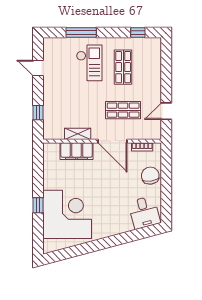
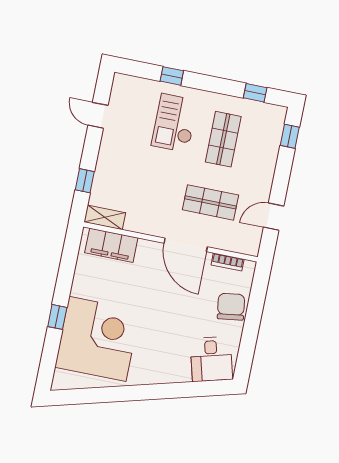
window: (81, 33) -> (172, 76), width x0.46
window: (166, 56) -> (290, 136), added
checkout: (89, 63) -> (175, 123), turned 180
shelving: (78, 134) -> (105, 217), moved
filing cabinet: (77, 151) -> (111, 245), moved

